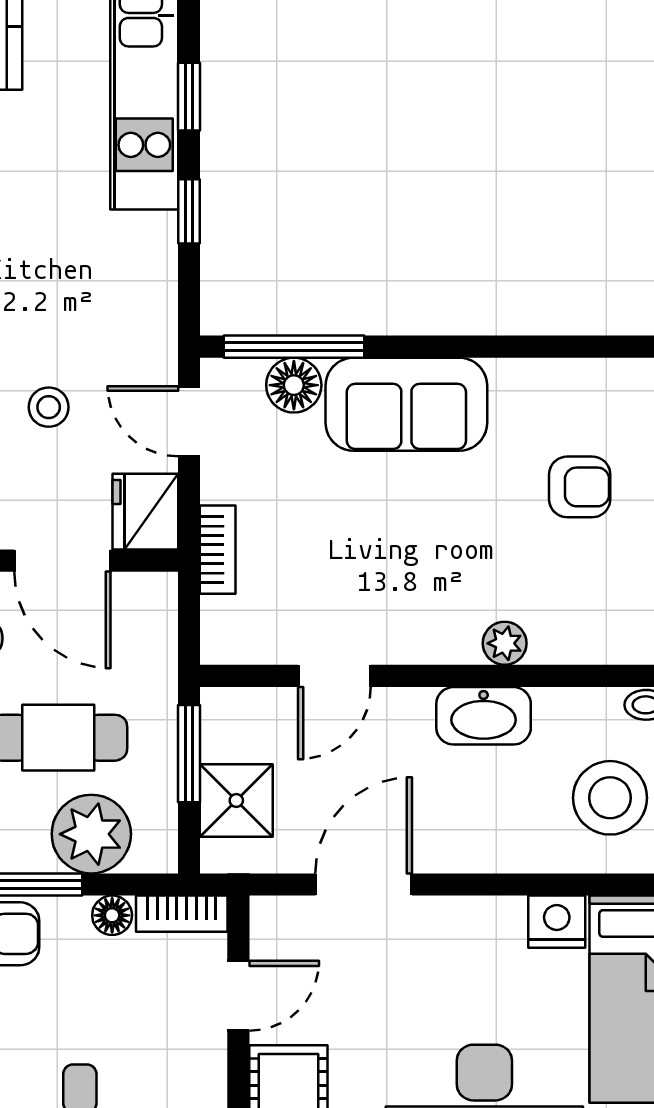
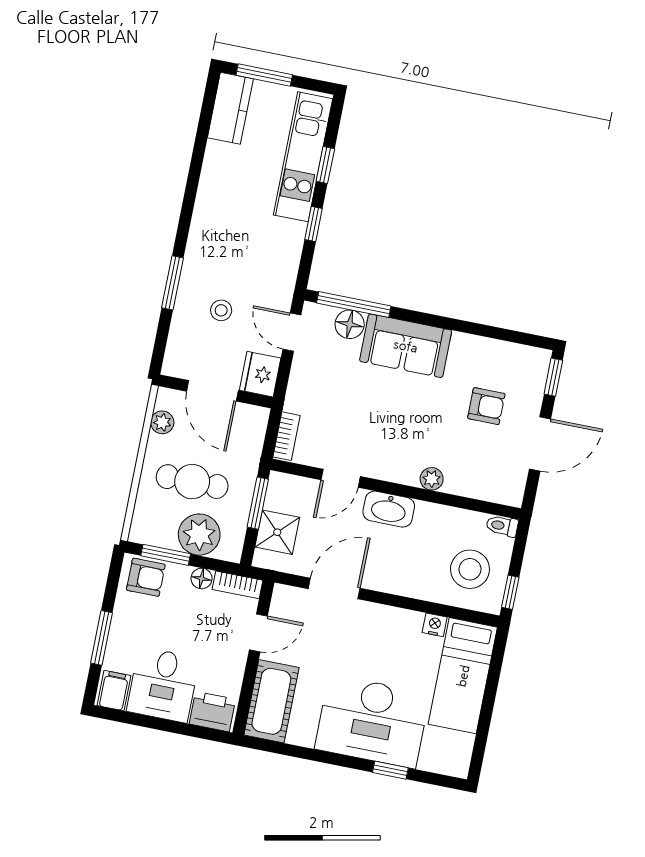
bookcase: (218, 550) -> (286, 436), moved
washbasin: (484, 716) -> (389, 509), moved
nightstand: (557, 922) -> (435, 625), width x0.72, depth x0.74

